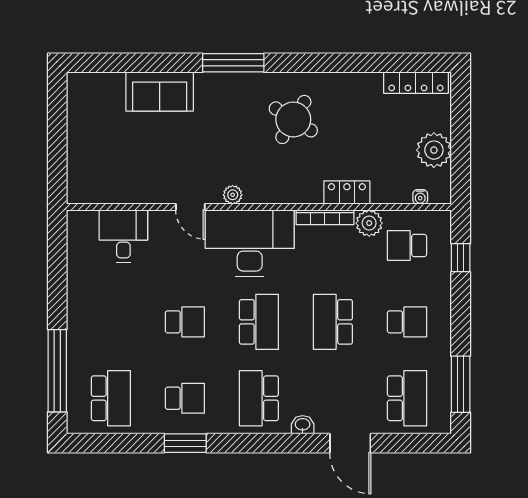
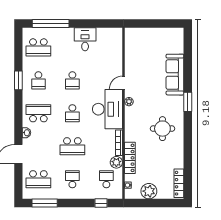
window: (233, 63) -> (188, 102), width x0.69
sofa: (160, 91) -> (175, 75), width x1.36
round table: (293, 119) -> (162, 129), turned -32
locker: (347, 193) -> (130, 158), width x1.53
desk: (123, 236) -> (85, 39), moved, turned -90
school desk: (259, 322) -> (72, 113), width x0.54
school desk: (333, 322) -> (72, 146), turned 180
school desk: (407, 322) -> (72, 179), turned 180

